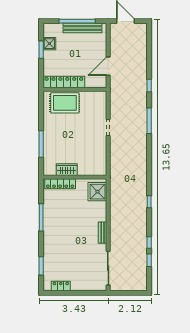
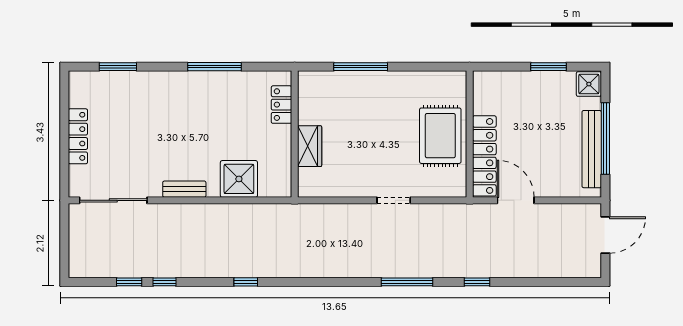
shower: (49, 44) -> (589, 84), moved
locker: (64, 82) -> (484, 156), moved
rug: (65, 103) -> (440, 136), moved
wardrobe: (67, 170) -> (310, 146), moved
locker: (60, 184) -> (282, 105), width x0.66
shower: (97, 192) -> (239, 179), moved
locker: (61, 286) -> (78, 136), moved, width x1.53

